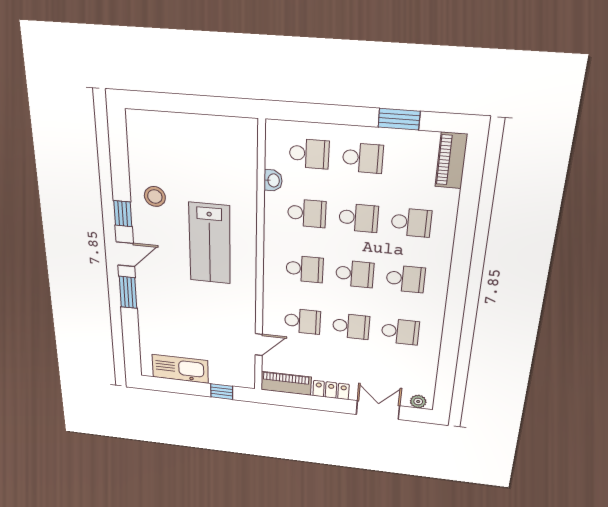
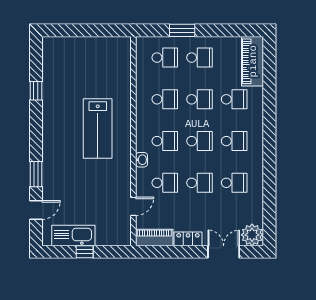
window: (399, 119) -> (182, 30), moved
piano: (451, 160) -> (253, 61), width x1.37, depth x1.33
washbasin: (273, 180) -> (142, 160), moved
stool: (155, 197) -> (60, 97), removed
window: (123, 214) -> (36, 91), moved
door: (125, 254) -> (36, 210), moved
window: (222, 392) -> (85, 252), moved
plant: (418, 402) -> (252, 235), width x1.88, depth x1.88

